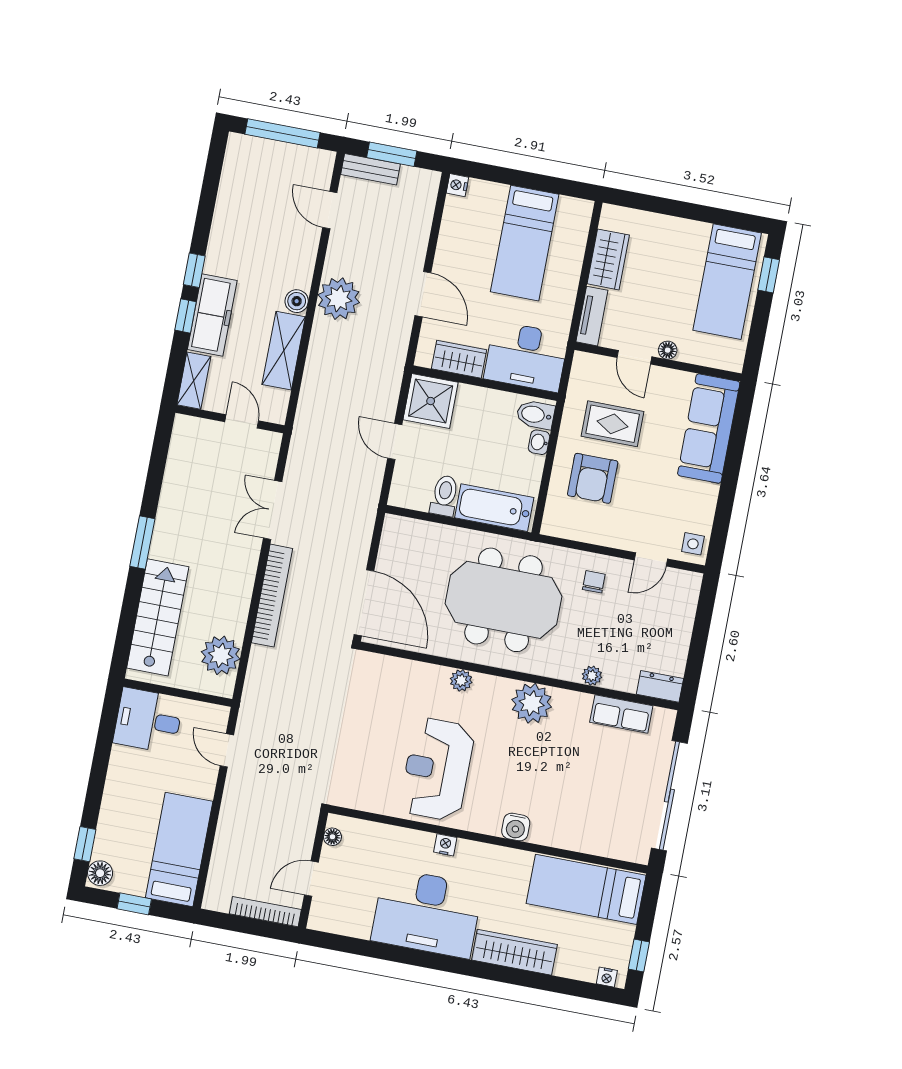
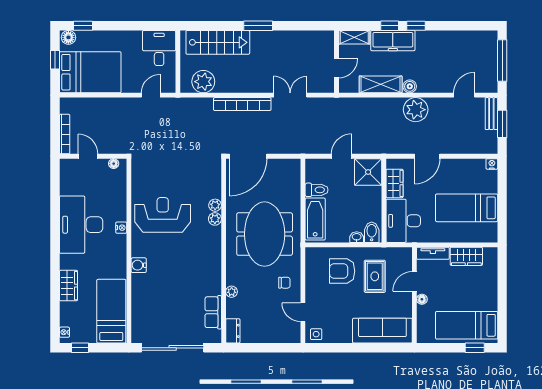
plant: (532, 703) -> (215, 205), moved, width x0.53, depth x0.53
bed: (179, 849) -> (90, 72), width x1.50
wardrobe: (514, 952) -> (68, 286), width x0.67

